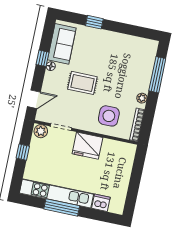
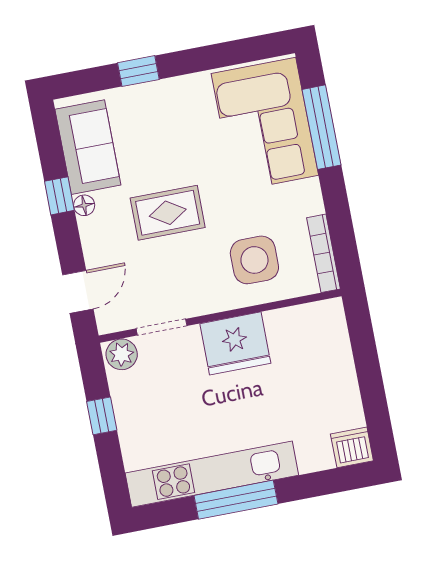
corner sofa: (135, 64) -> (265, 124), added
plant: (142, 98) -> (310, 192), removed
dishwasher: (101, 203) -> (352, 447), moved

